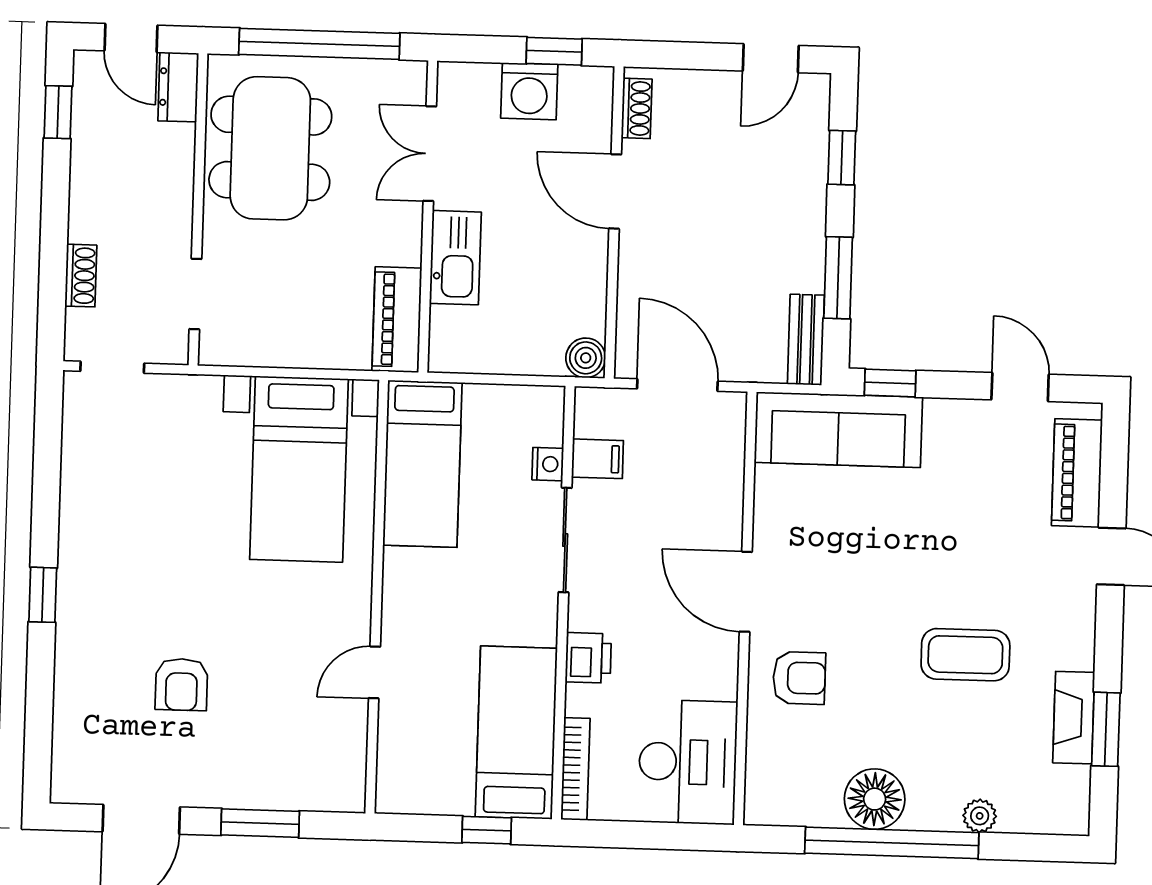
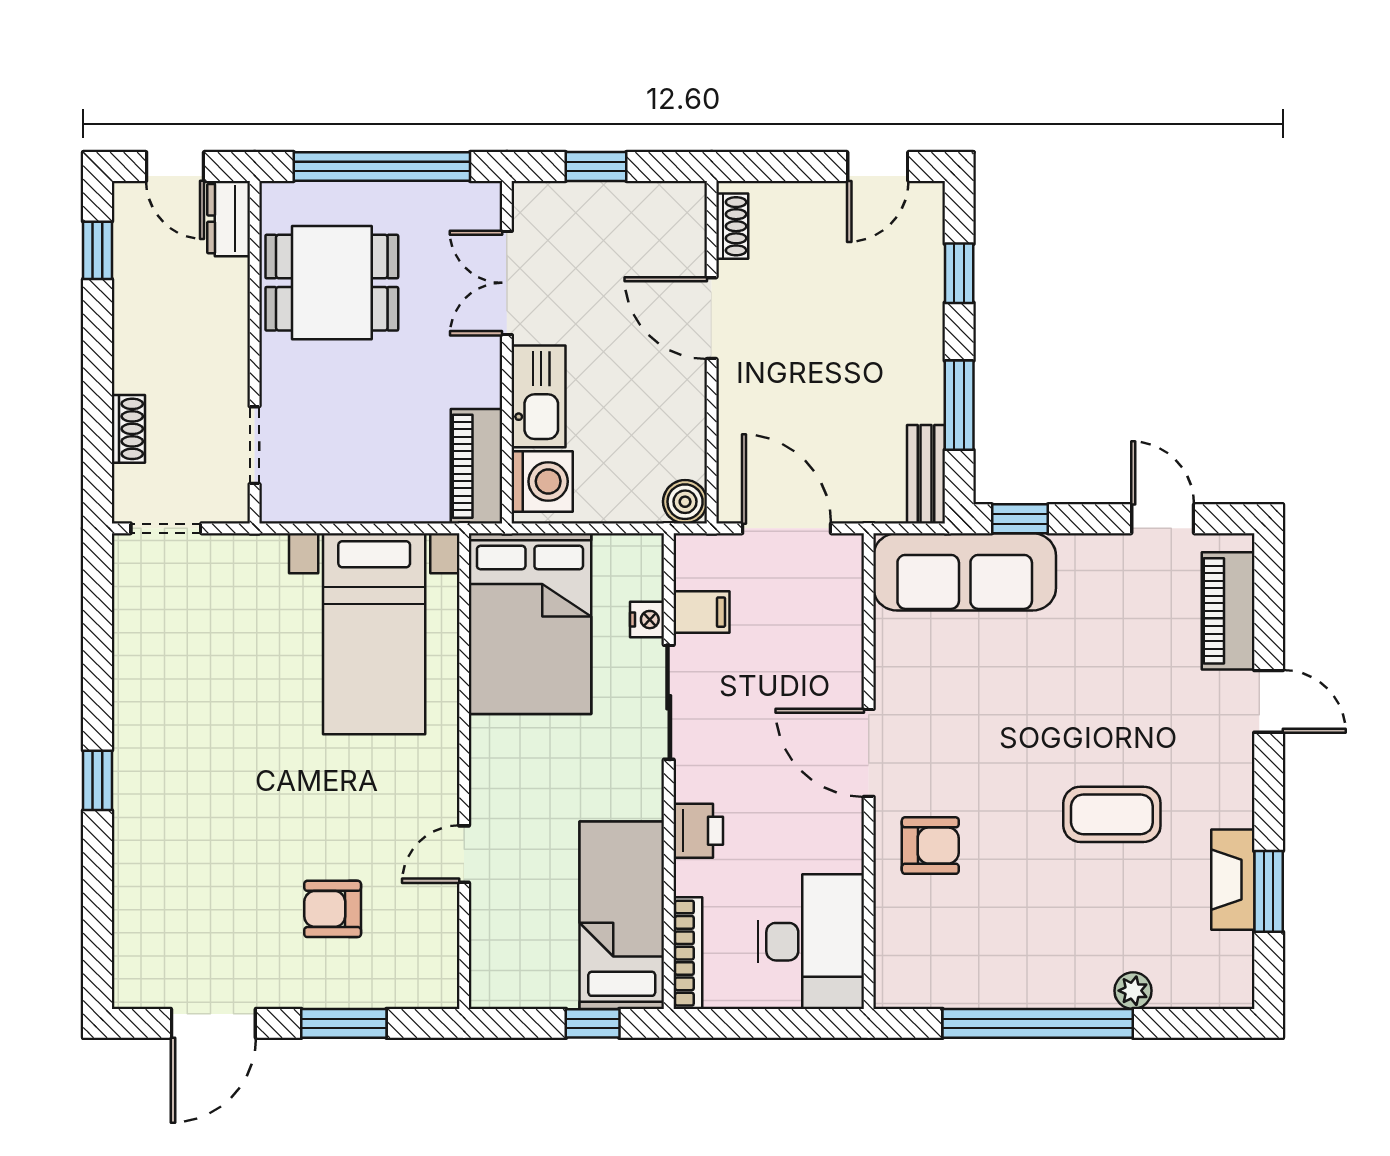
window: (554, 51) -> (596, 167), moved
washing machine: (529, 91) -> (542, 481), moved, turned -90
dining table: (270, 148) -> (332, 283), width x0.73
bed: (422, 464) -> (530, 624), width x1.50
armchair: (181, 684) -> (333, 909), moved, turned 90
floor lamp: (875, 799) -> (1017, 976), removed

